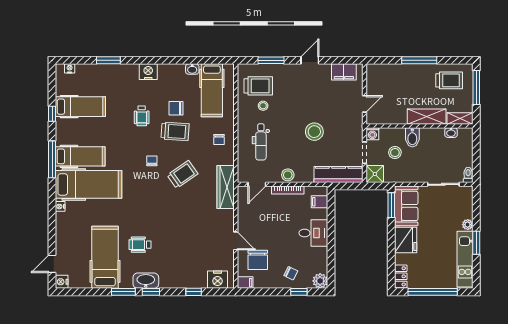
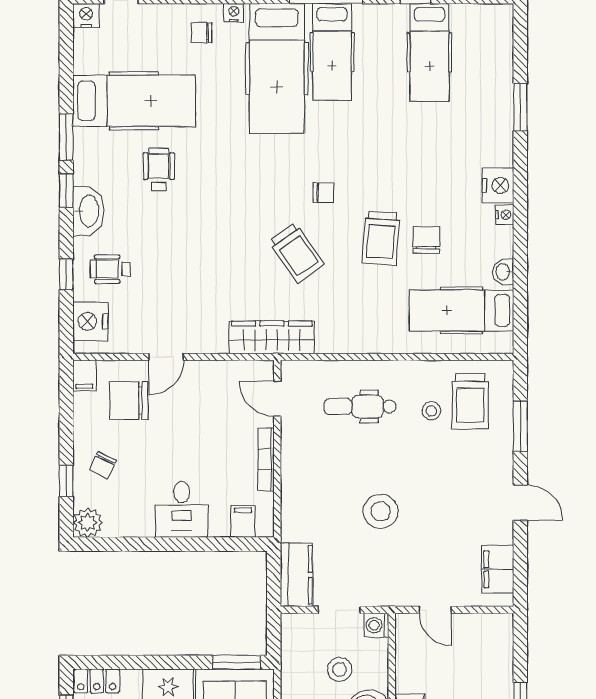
nightstand: (70, 68) -> (505, 215), moved
wheelchair: (142, 116) -> (110, 269), moved
chair: (219, 139) -> (201, 33), moved
shower: (375, 174) -> (297, 630), removed
stool: (288, 175) -> (296, 459), removed
kitchen counter: (339, 175) -> (296, 575), width x0.67
washbasin: (146, 281) -> (88, 211), moved

